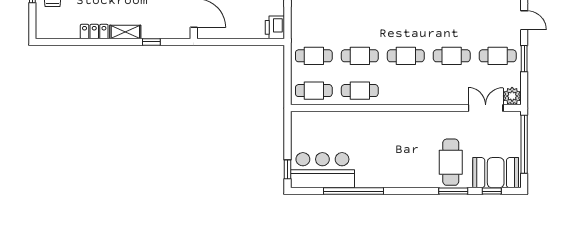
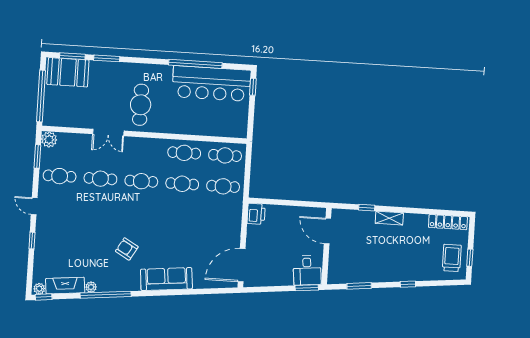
locker: (94, 32) -> (448, 222), moved, width x1.53
window: (524, 59) -> (37, 156), moved
double door: (486, 108) -> (108, 132), moved
cafe table: (451, 162) -> (141, 105), moved
bar counter: (322, 170) -> (211, 83), width x1.36
window: (492, 191) -> (72, 56), width x1.50

